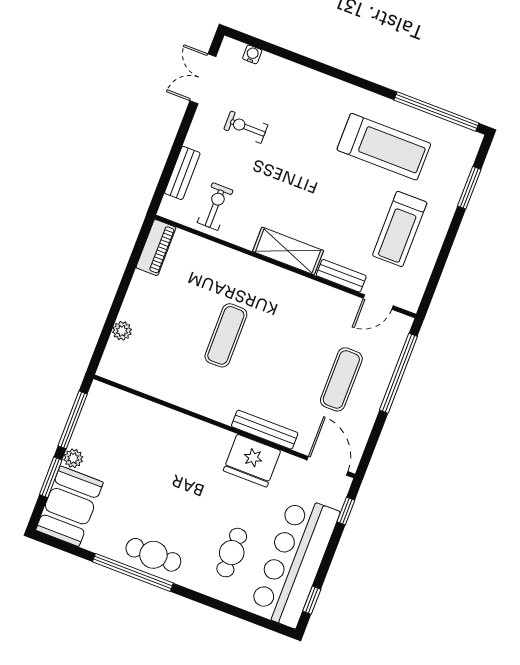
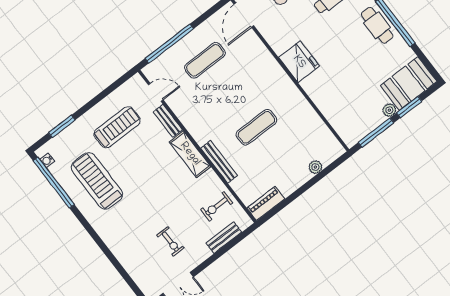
water cooler: (252, 54) -> (47, 160), moved
bench: (265, 430) -> (219, 162), moved
fridge: (252, 461) -> (299, 62), moved

